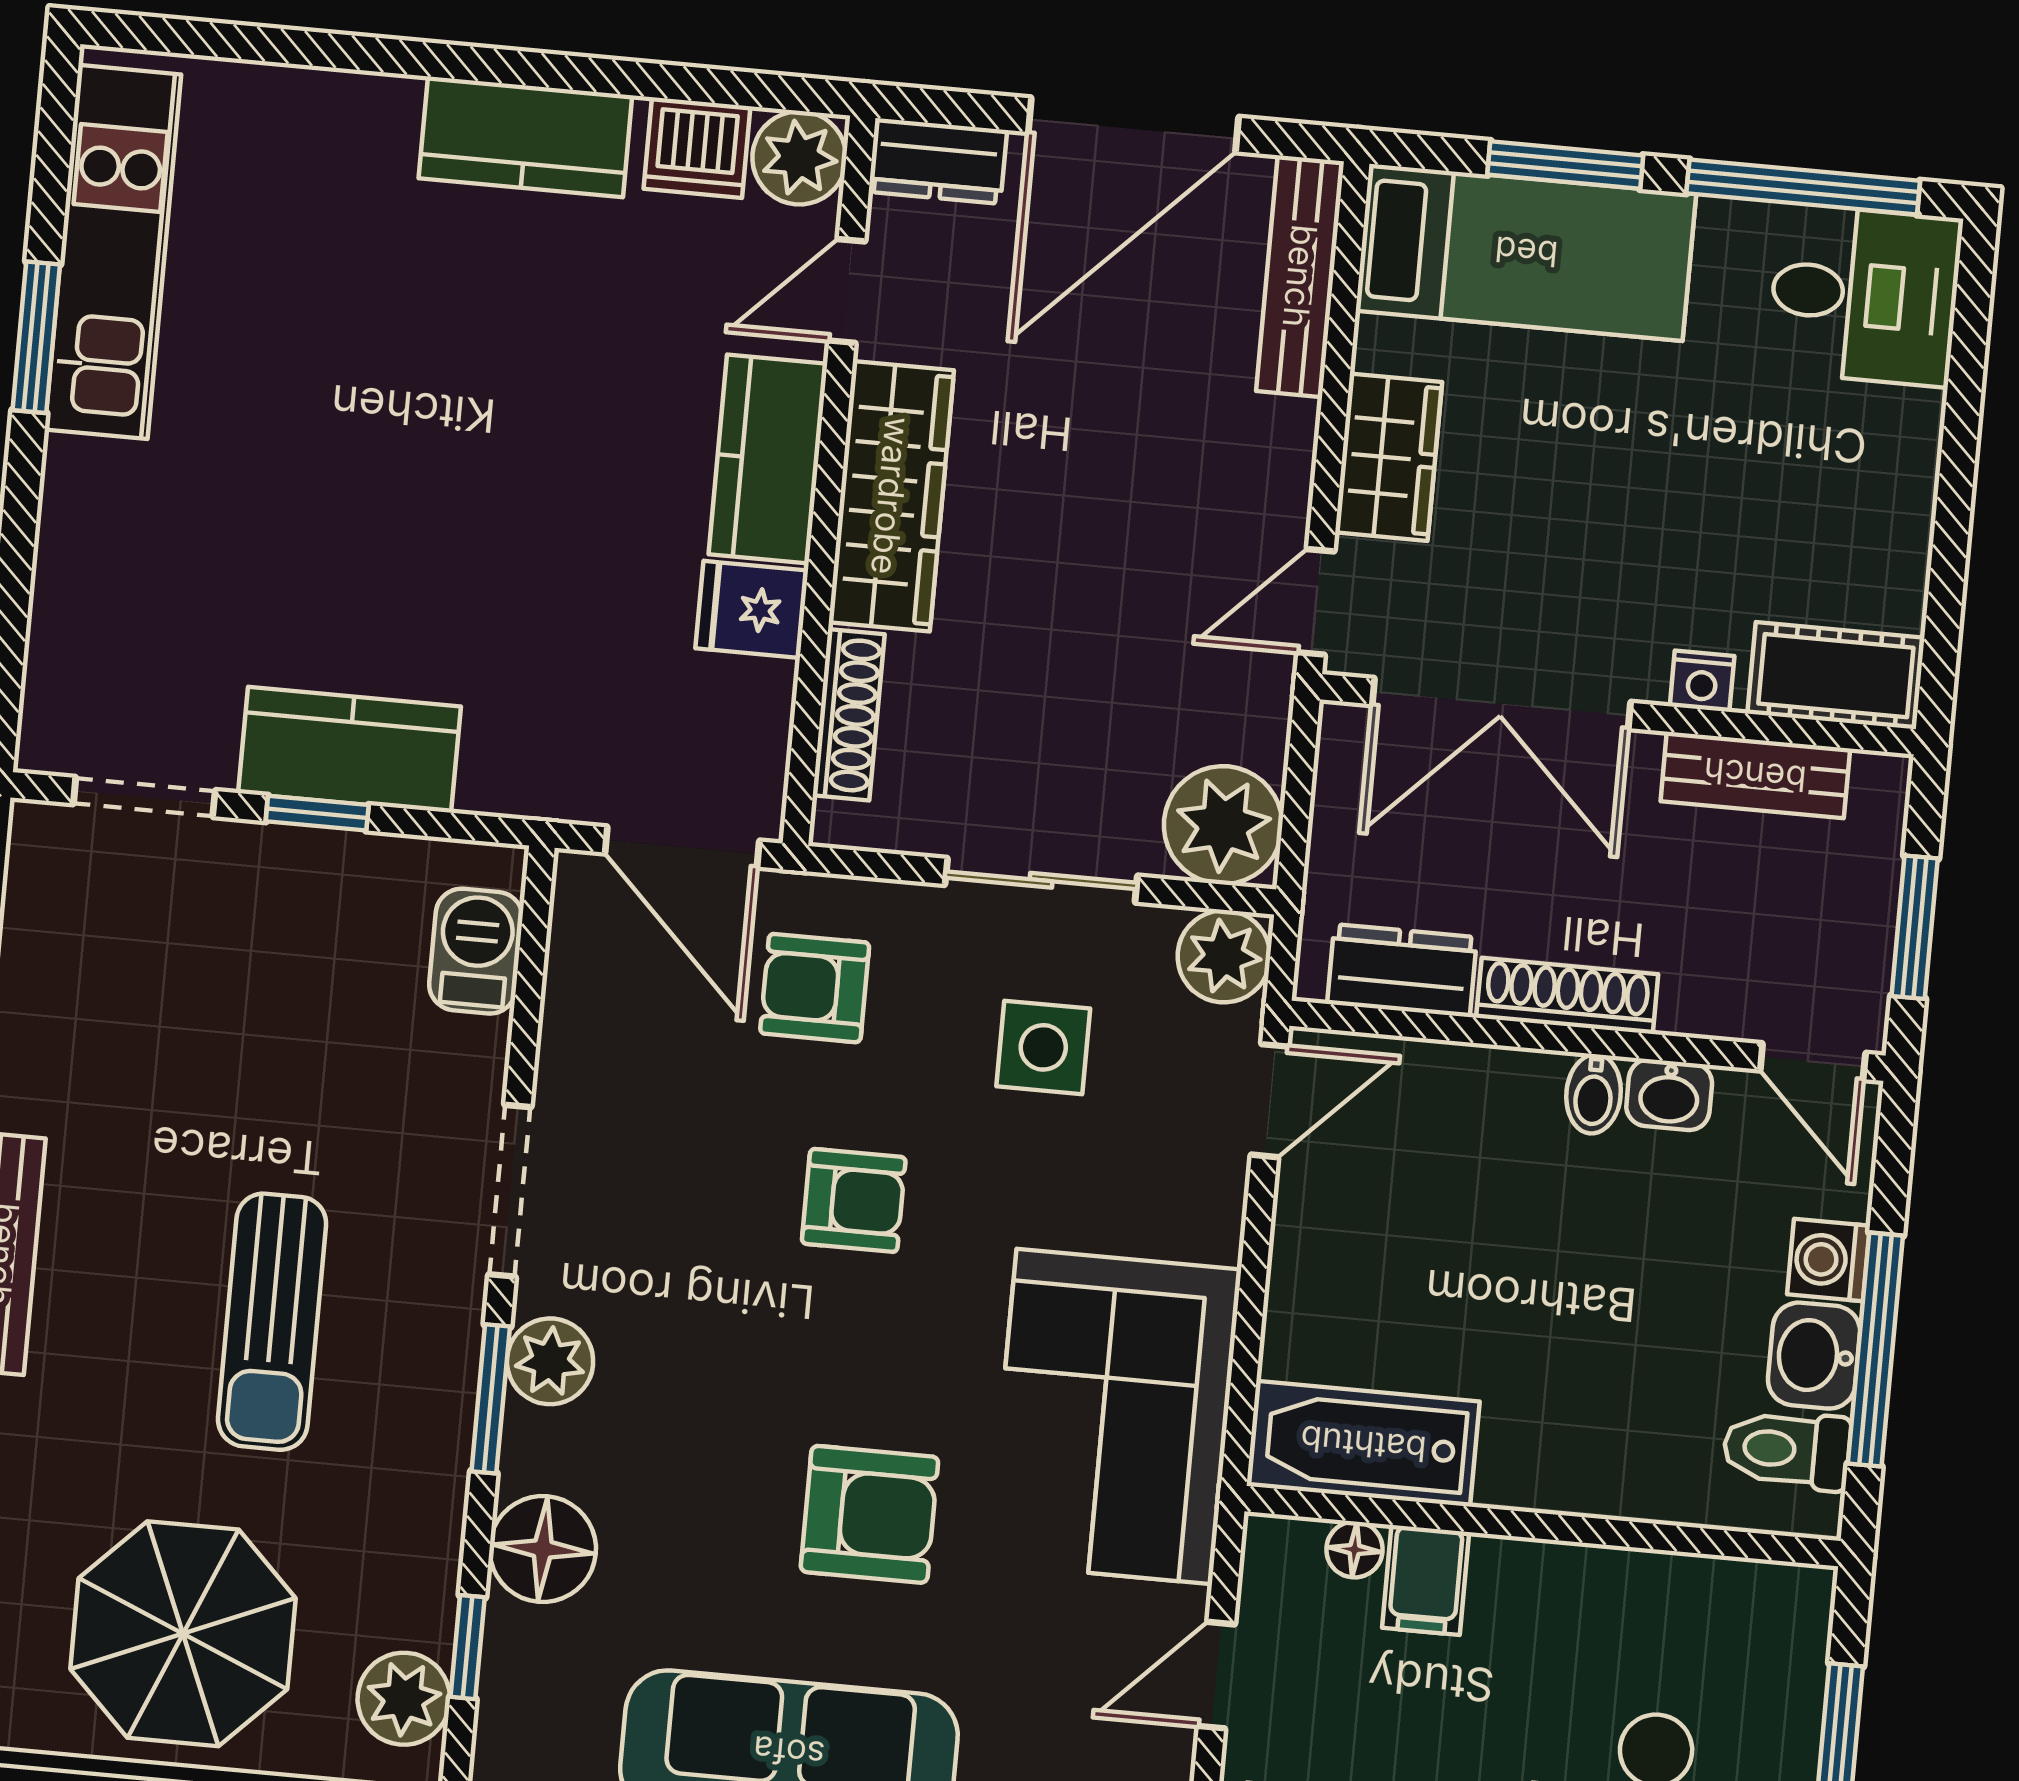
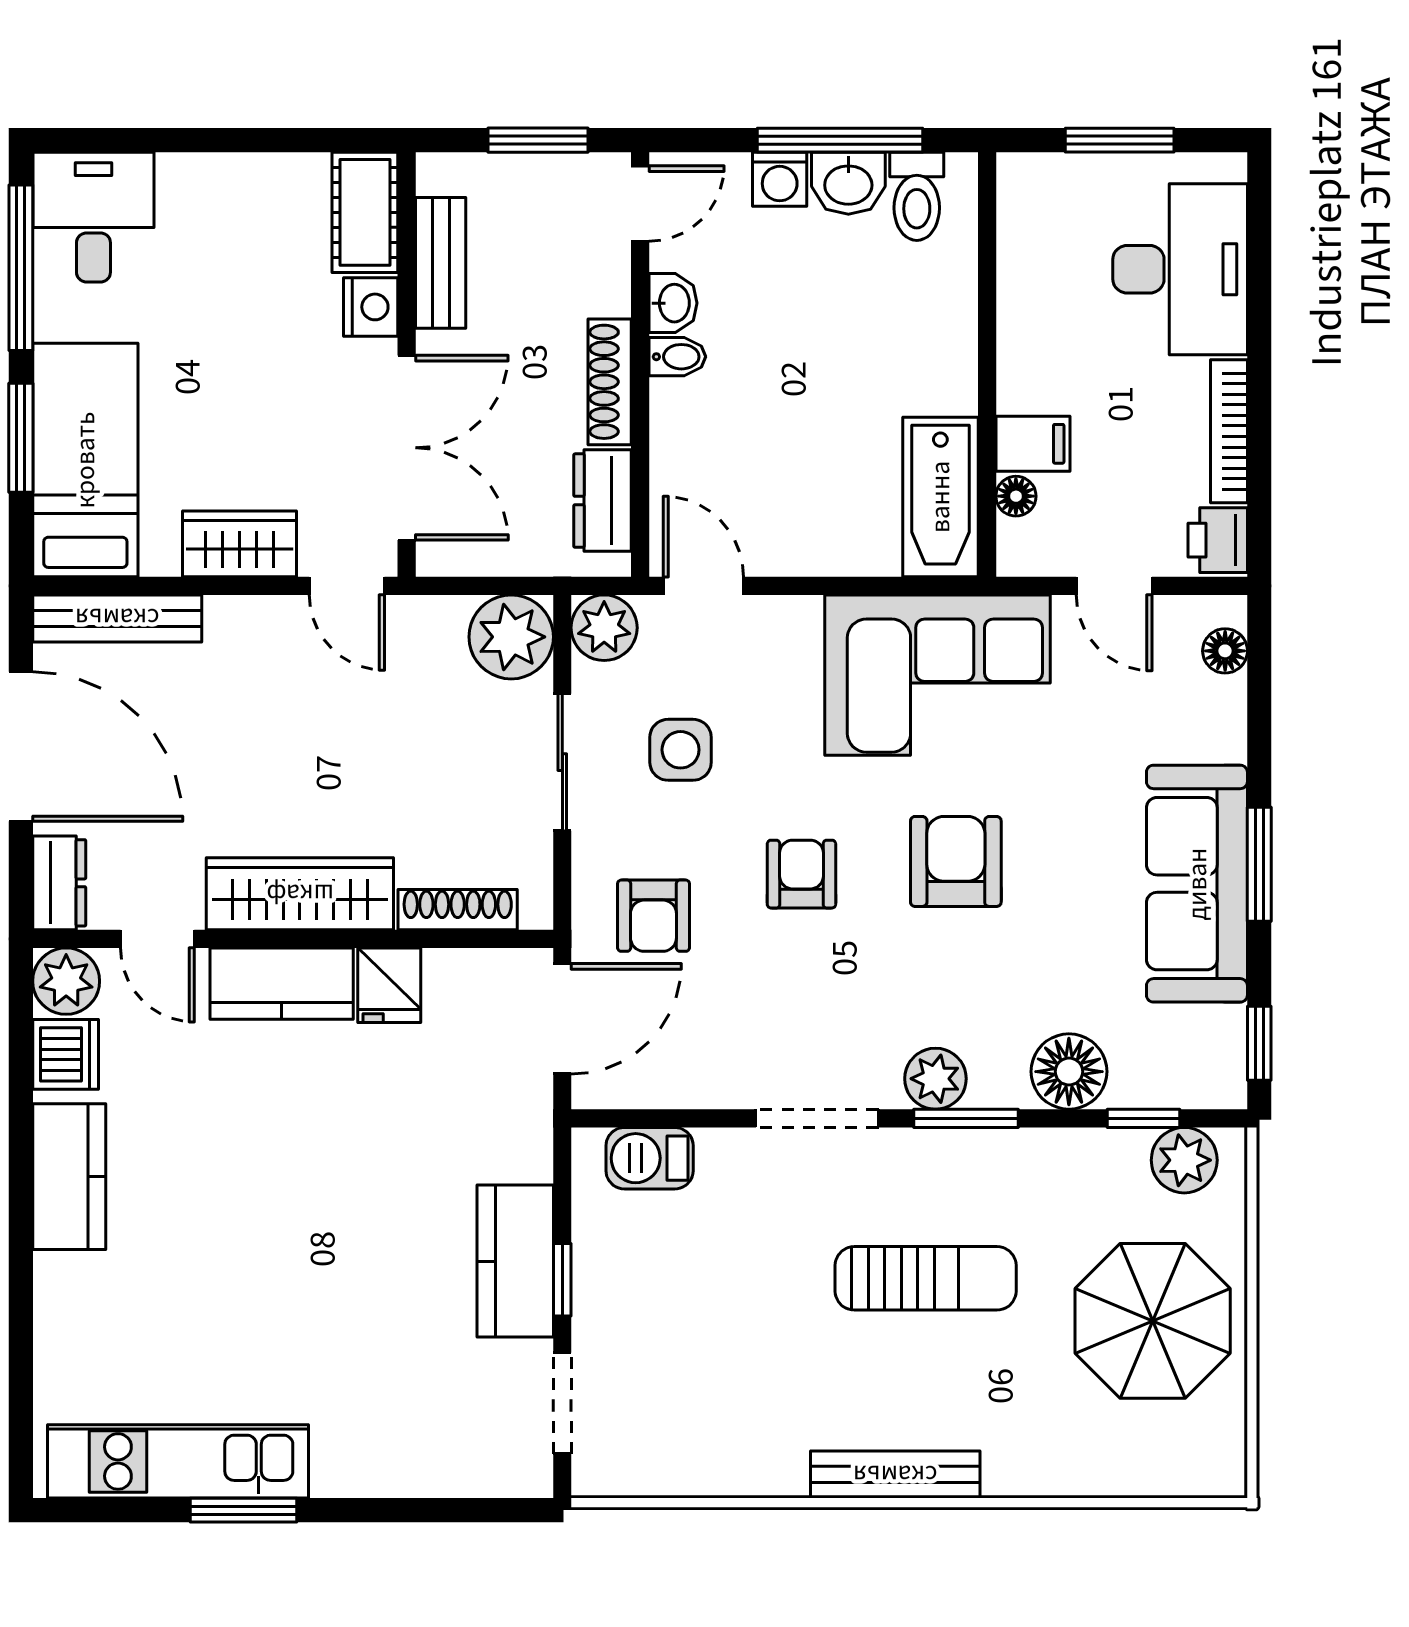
nightstand: (1702, 681) -> (371, 307), width x1.39, depth x1.35
armchair: (869, 1514) -> (956, 861), moved

